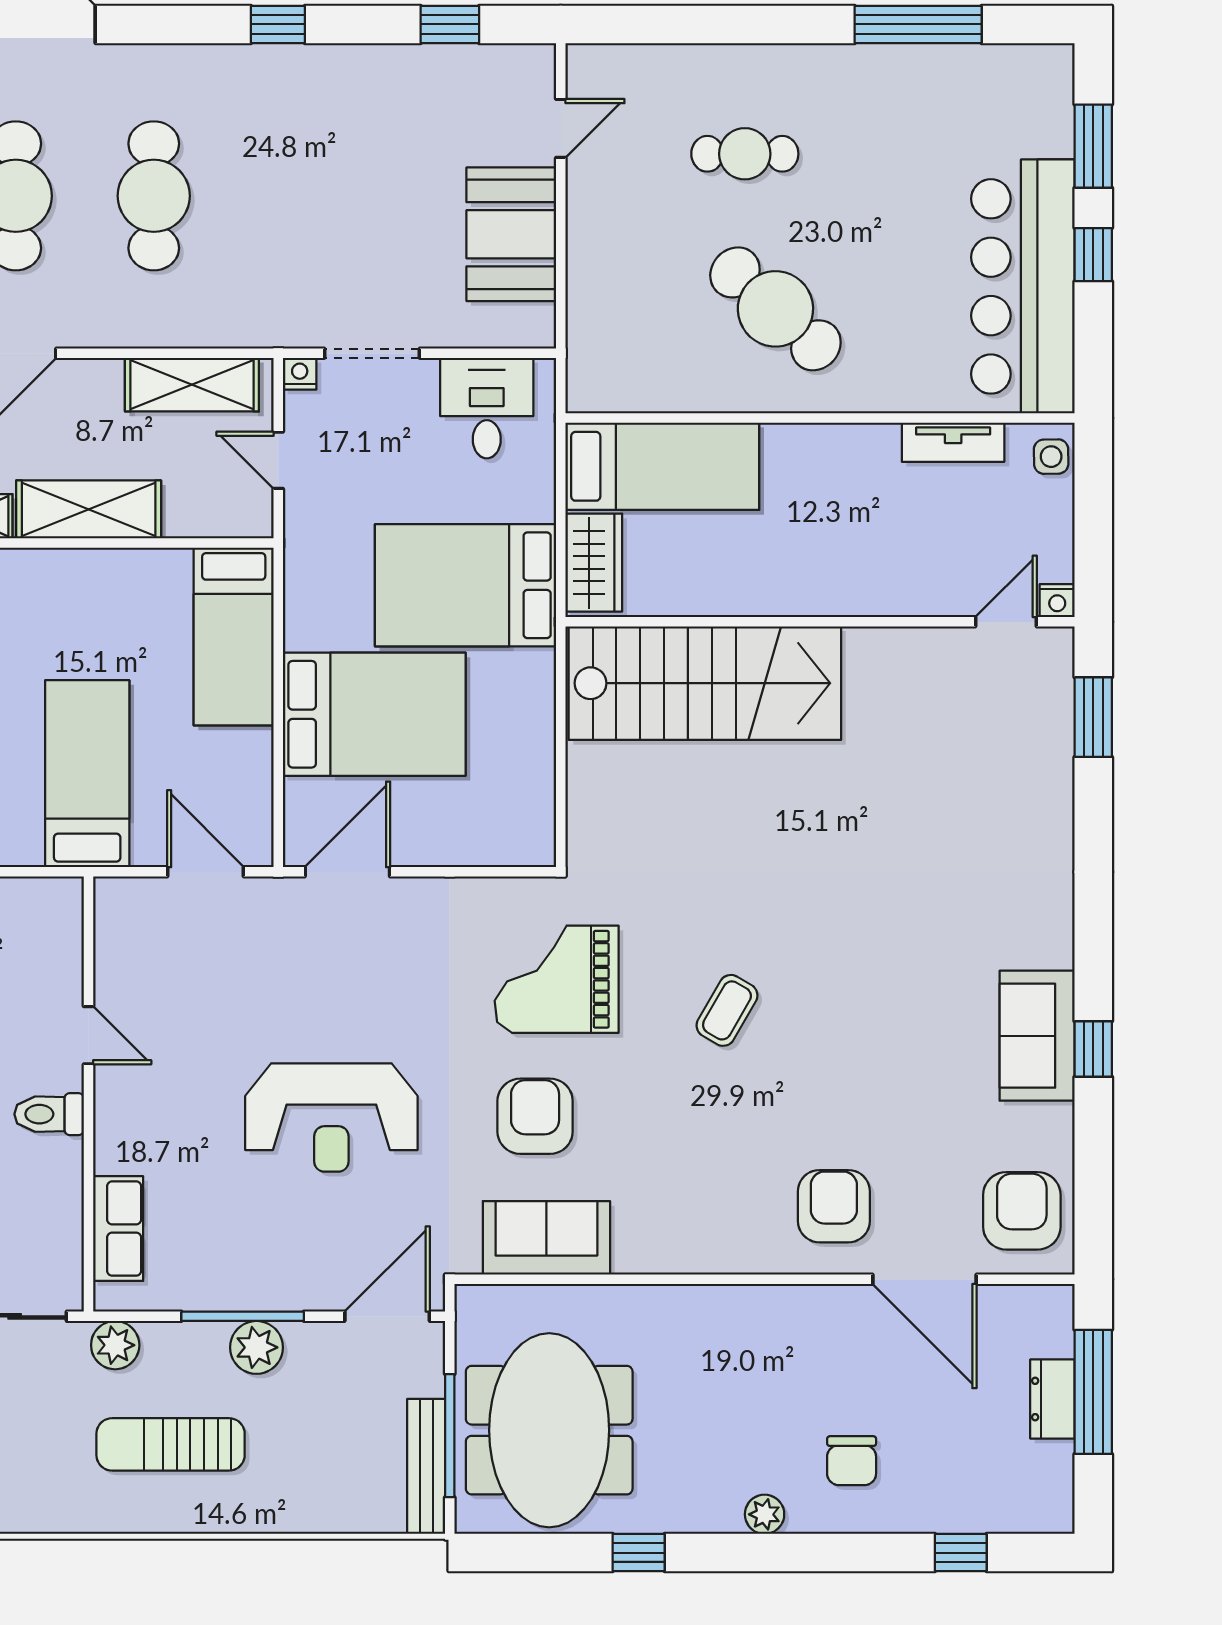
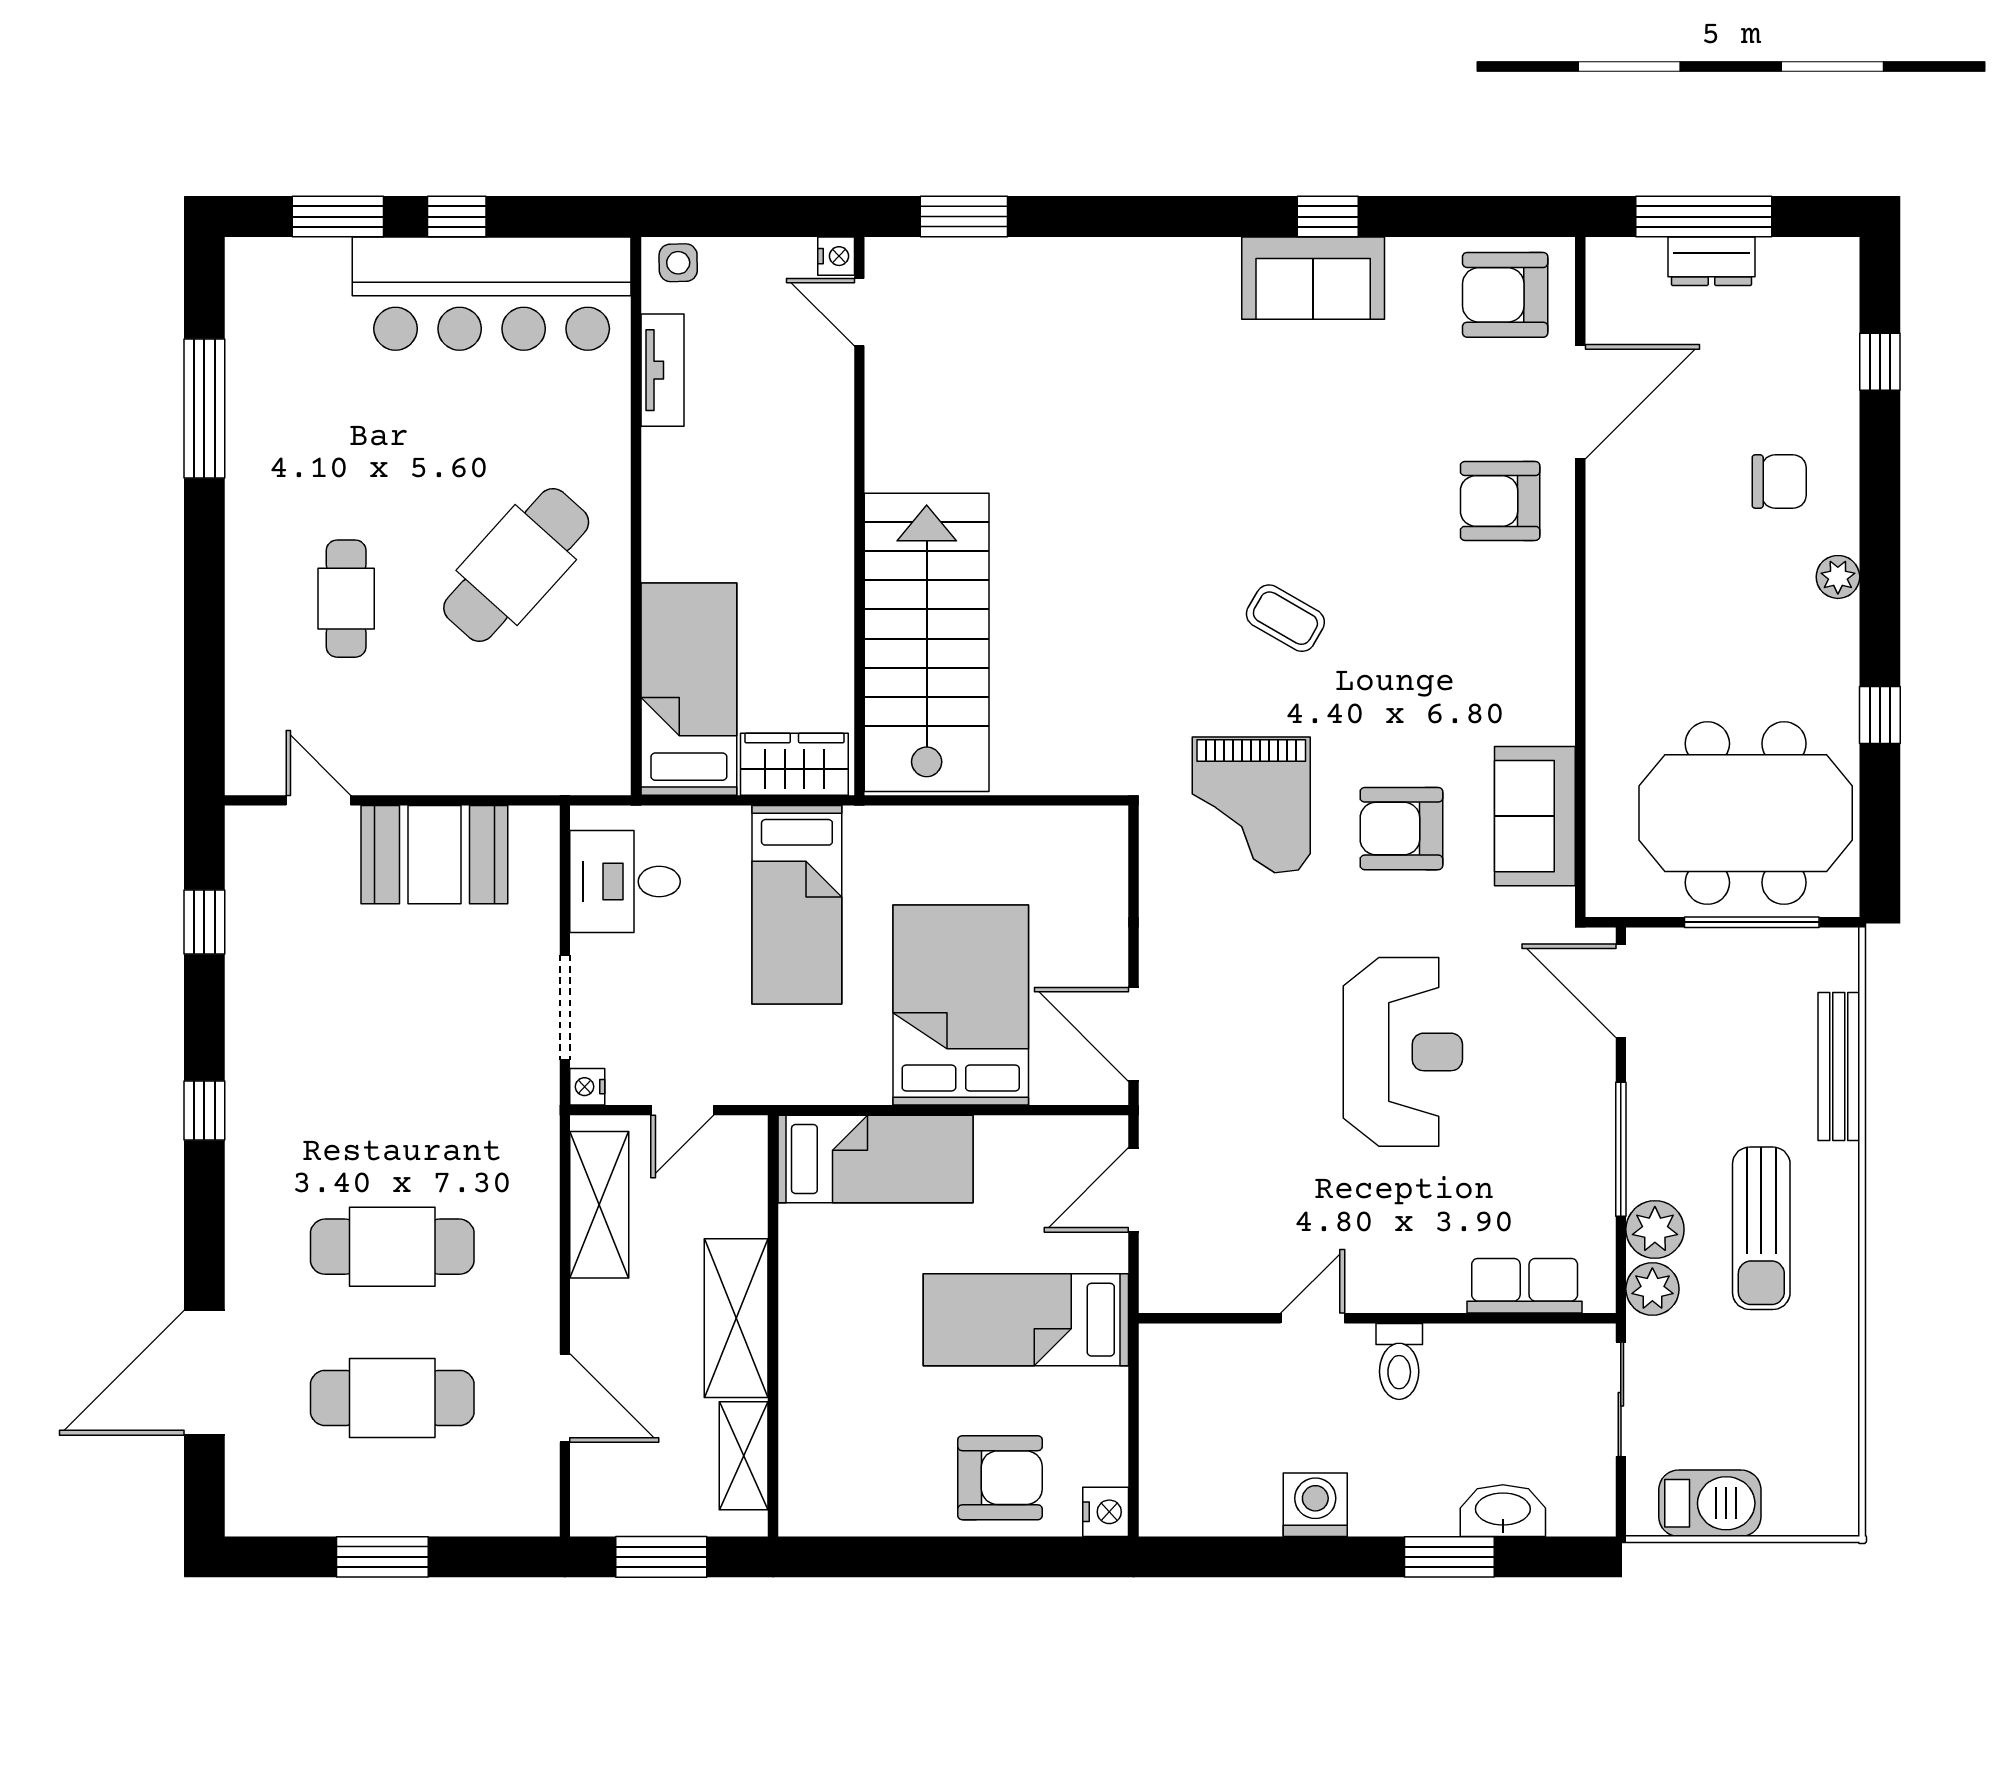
bed: (466, 585) -> (797, 905), width x0.67
plant: (256, 1347) -> (1655, 1229), moved
bench: (426, 1466) -> (1839, 1066), moved, turned 90

